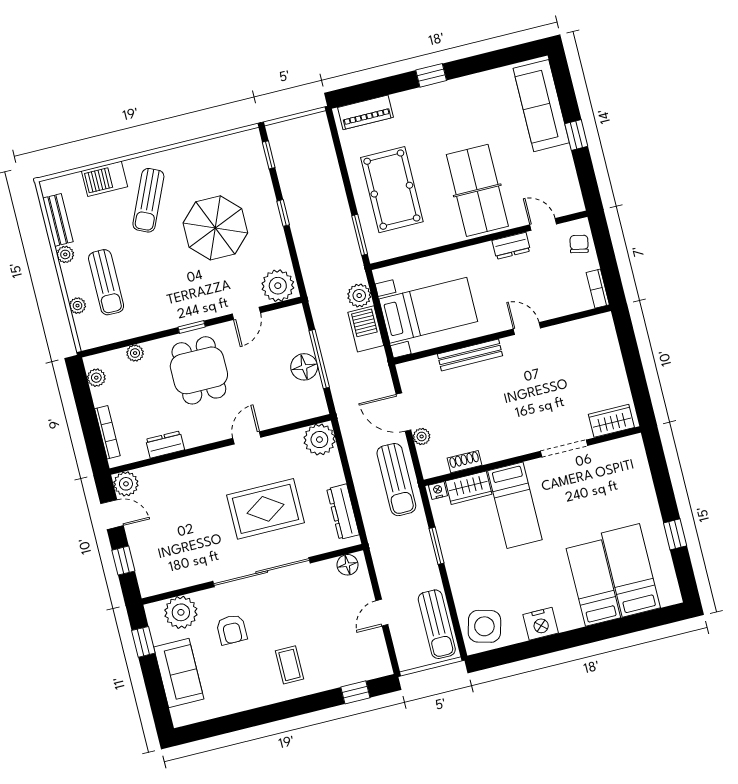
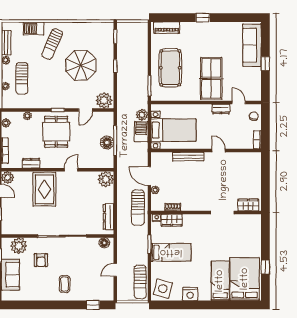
bed: (515, 505) -> (171, 252), moved, turned -90
rug: (265, 509) -> (44, 189), moved, turned 90
bed: (631, 570) -> (245, 279), width x1.50

